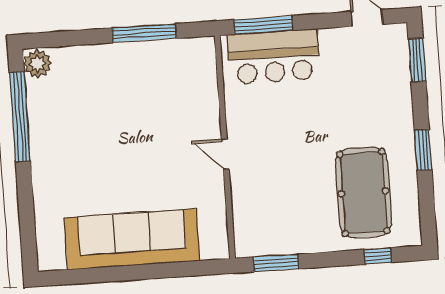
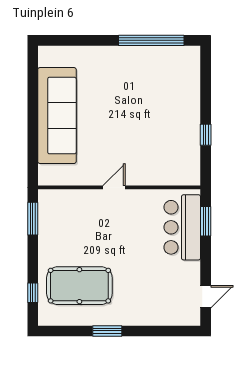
window: (263, 25) -> (206, 221), width x0.69
window: (144, 33) -> (206, 135), width x0.46
window: (417, 60) -> (173, 331), removed
plant: (37, 64) -> (189, 56), removed

